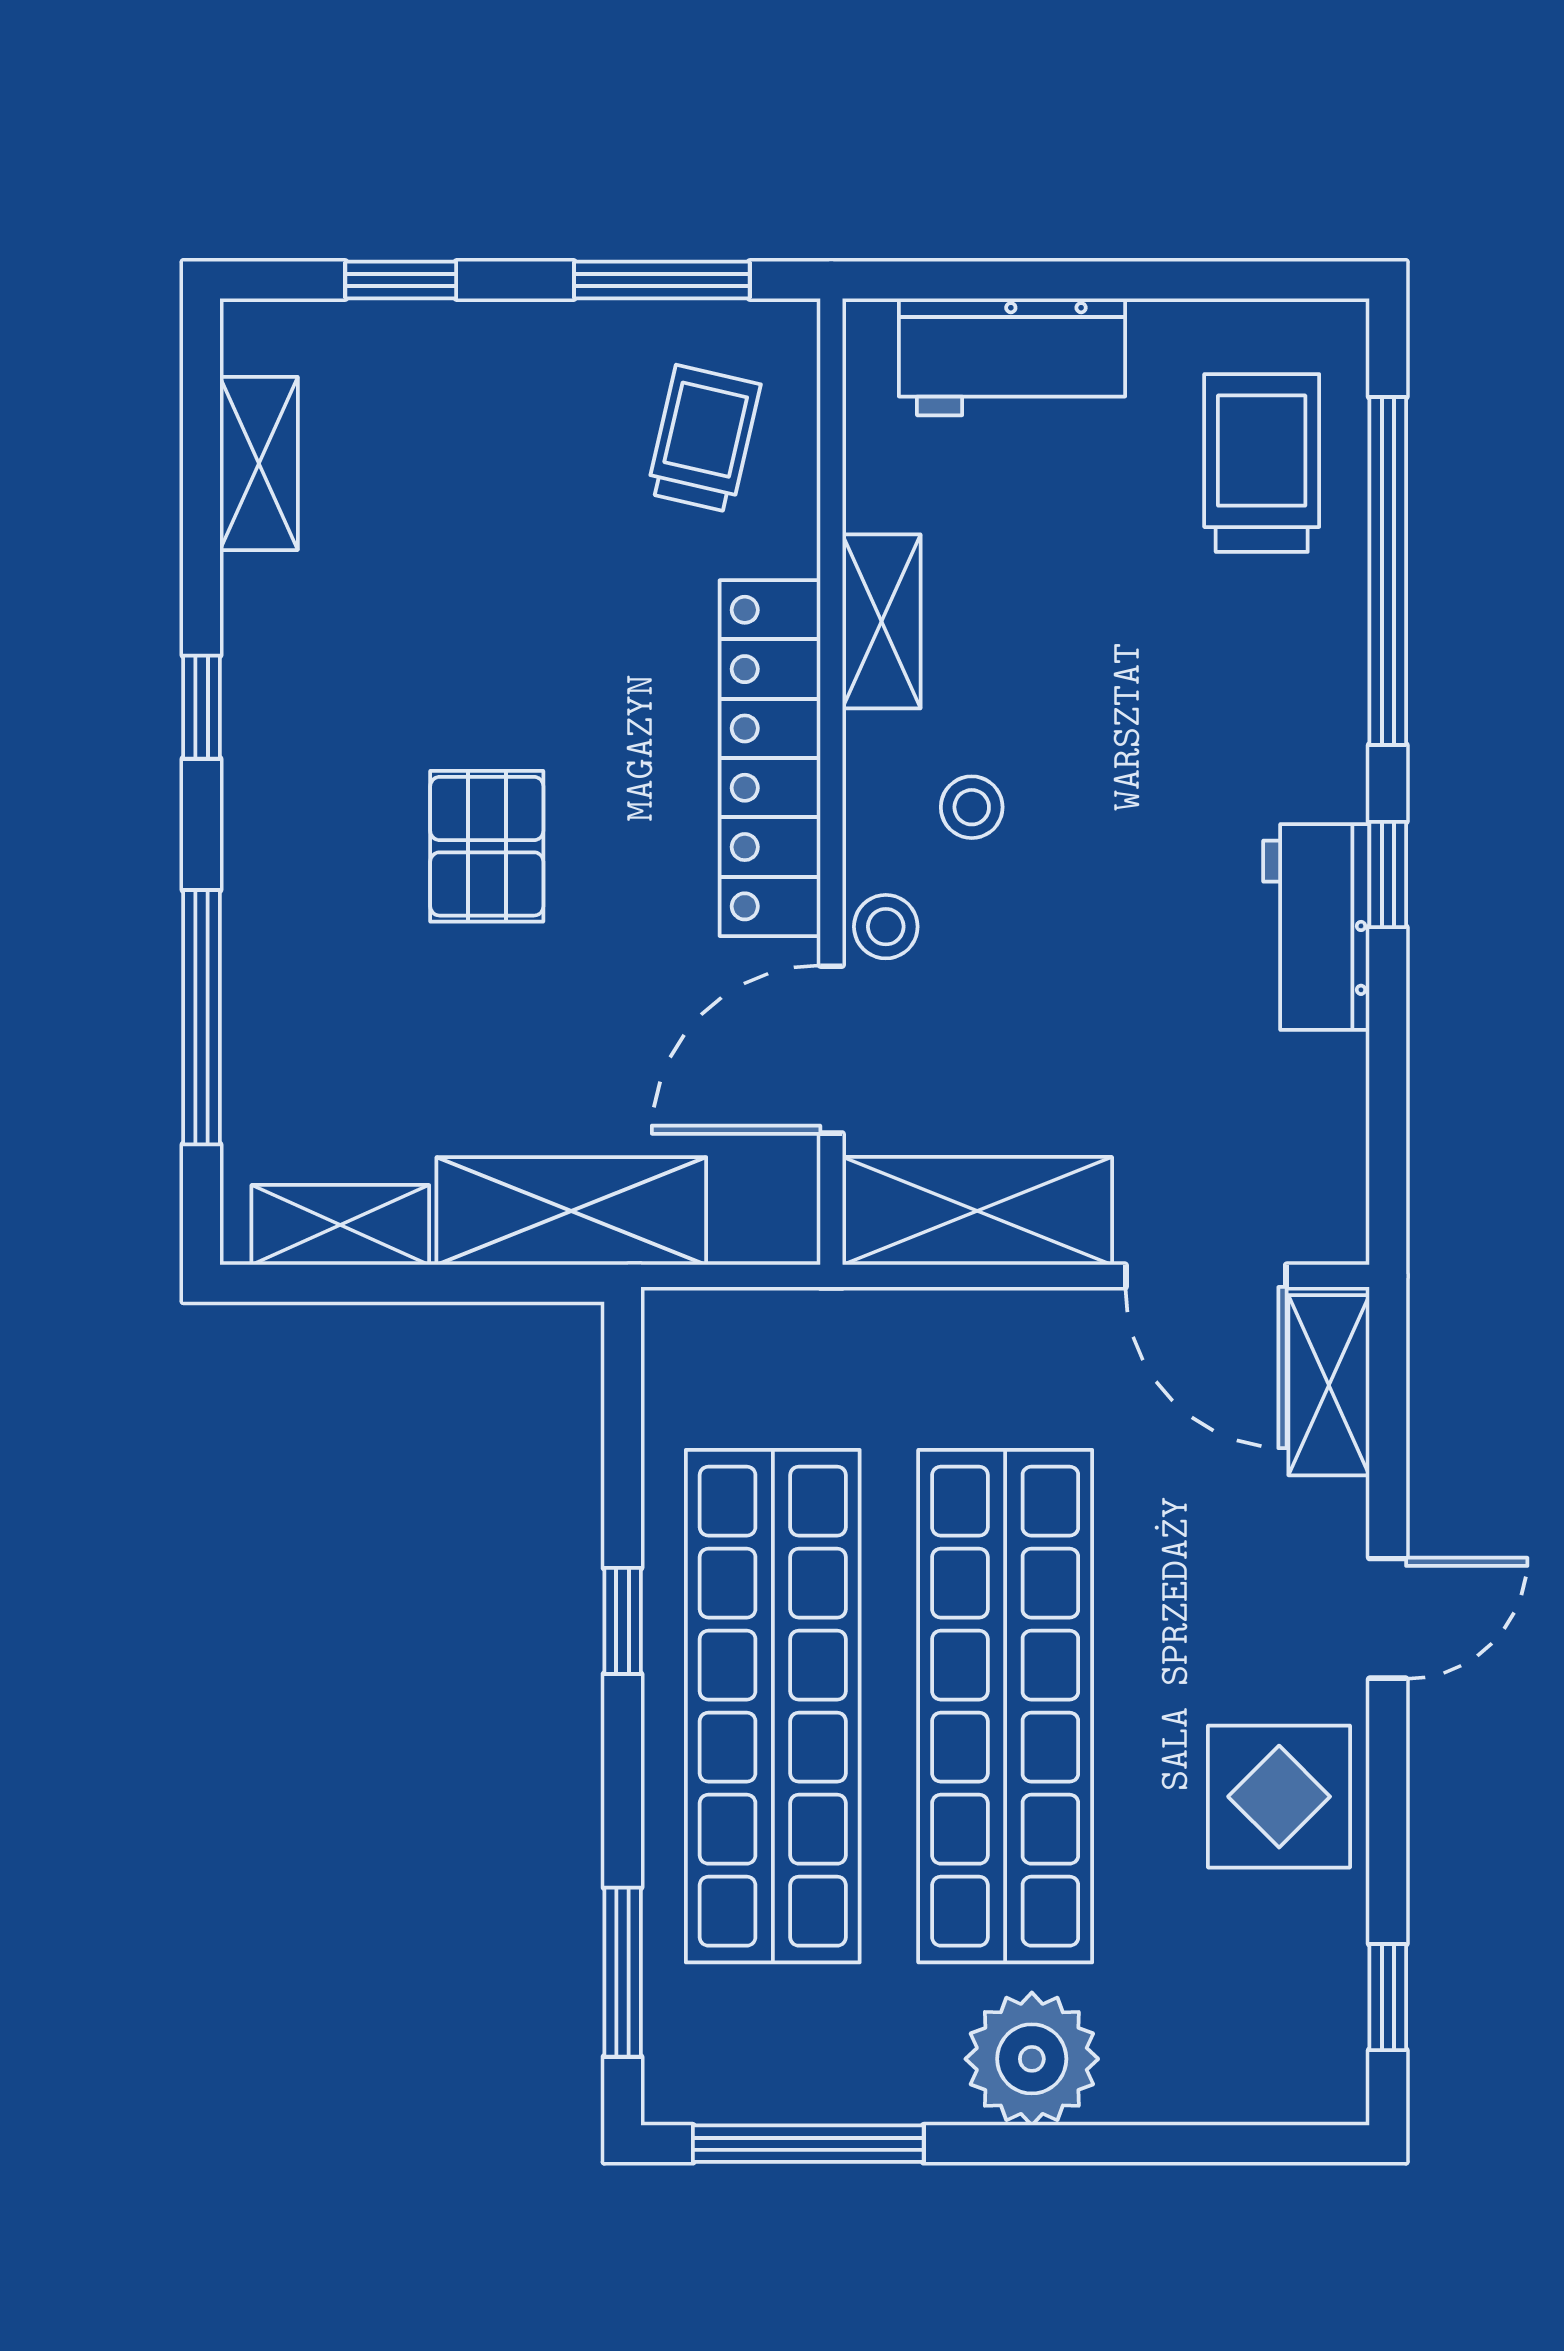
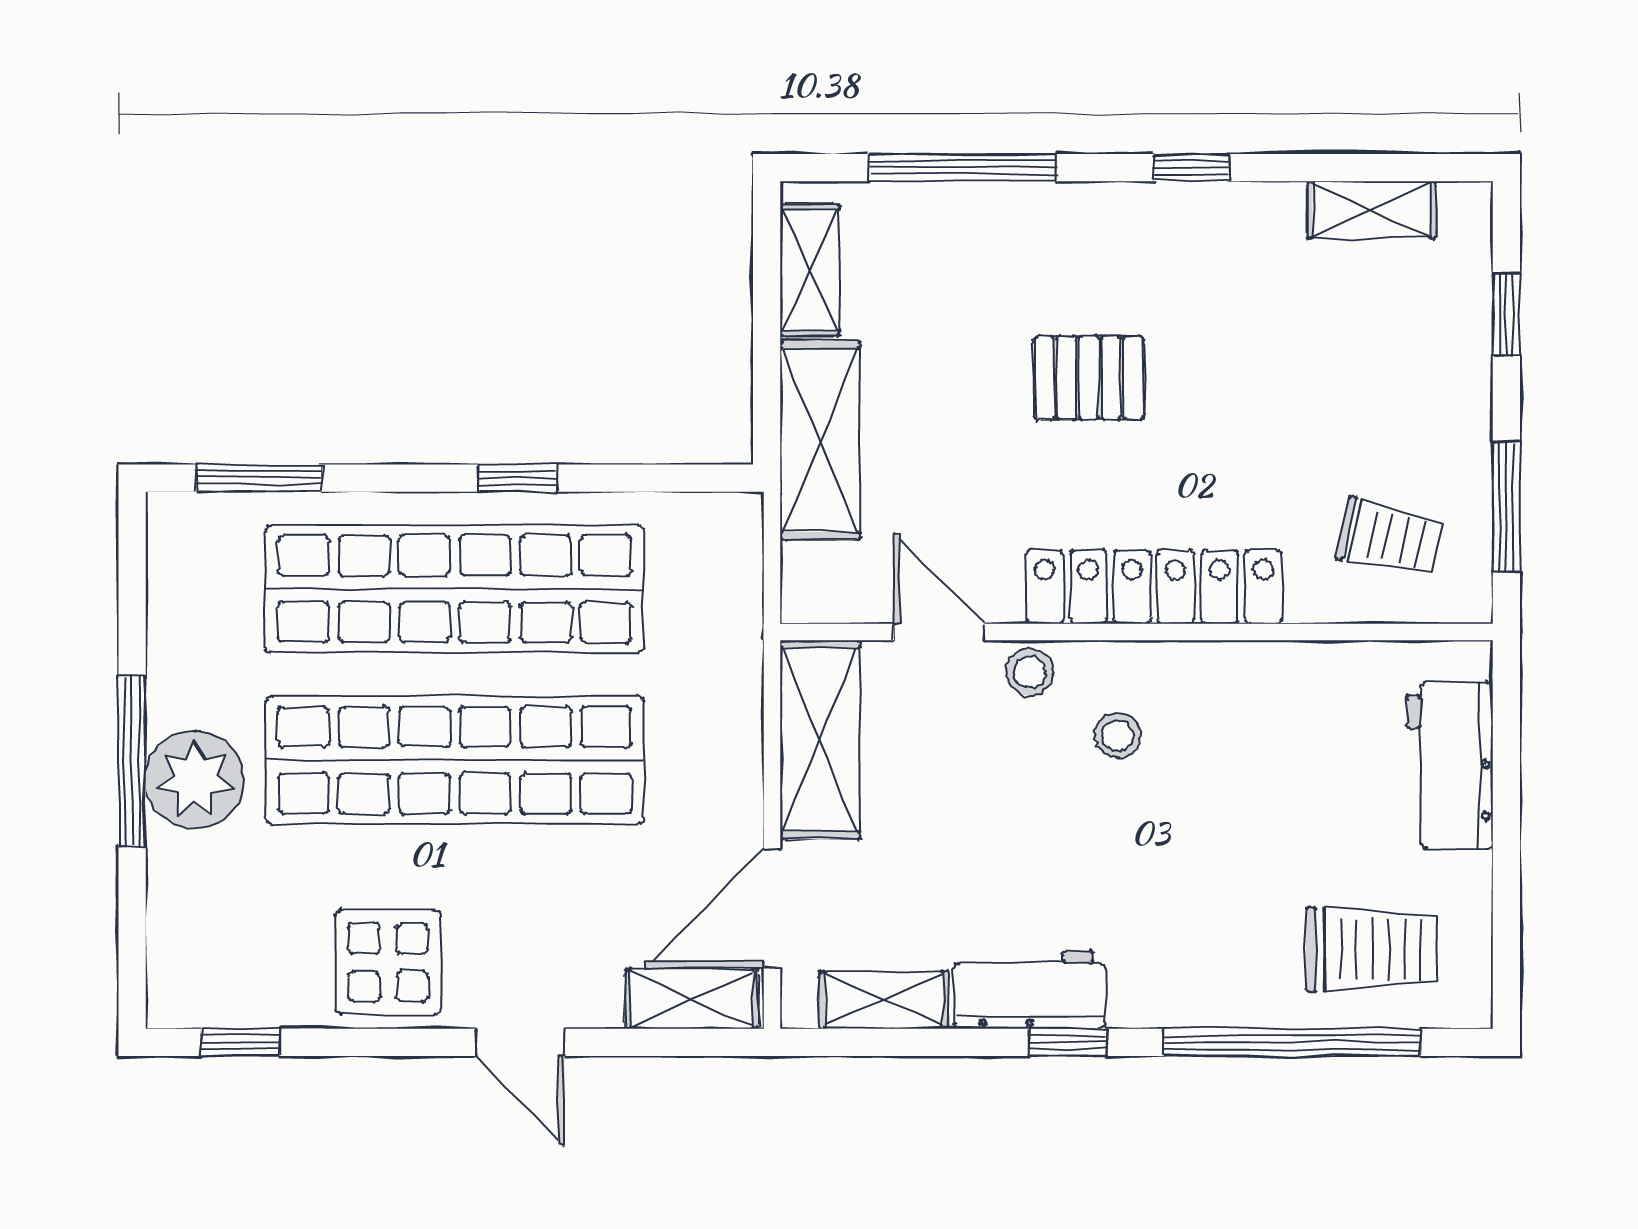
shelving: (881, 621) -> (884, 1000), moved
door: (831, 1050) -> (939, 632), width x0.73
window: (808, 2144) -> (132, 761), moved

